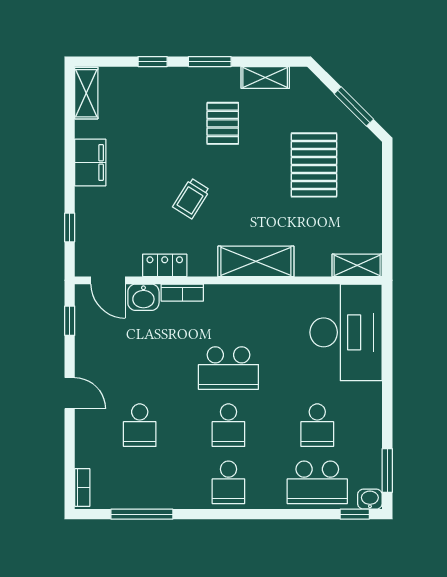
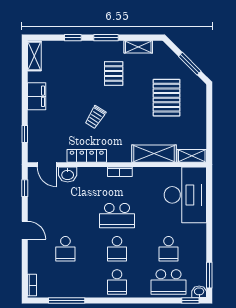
shelving: (256, 261) -> (154, 154), moved
locker: (165, 265) -> (87, 156), width x1.53
bookcase: (182, 293) -> (120, 172), moved

